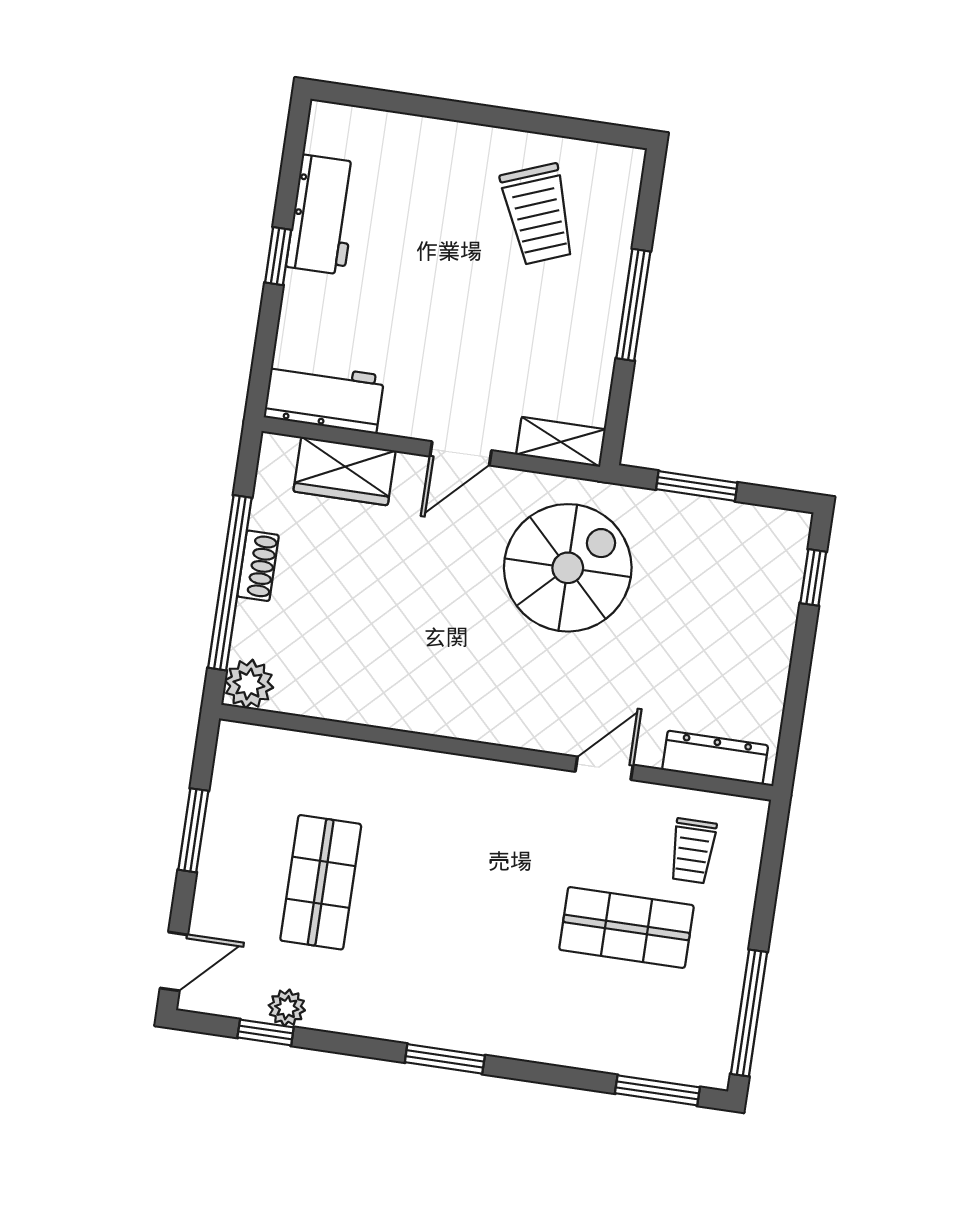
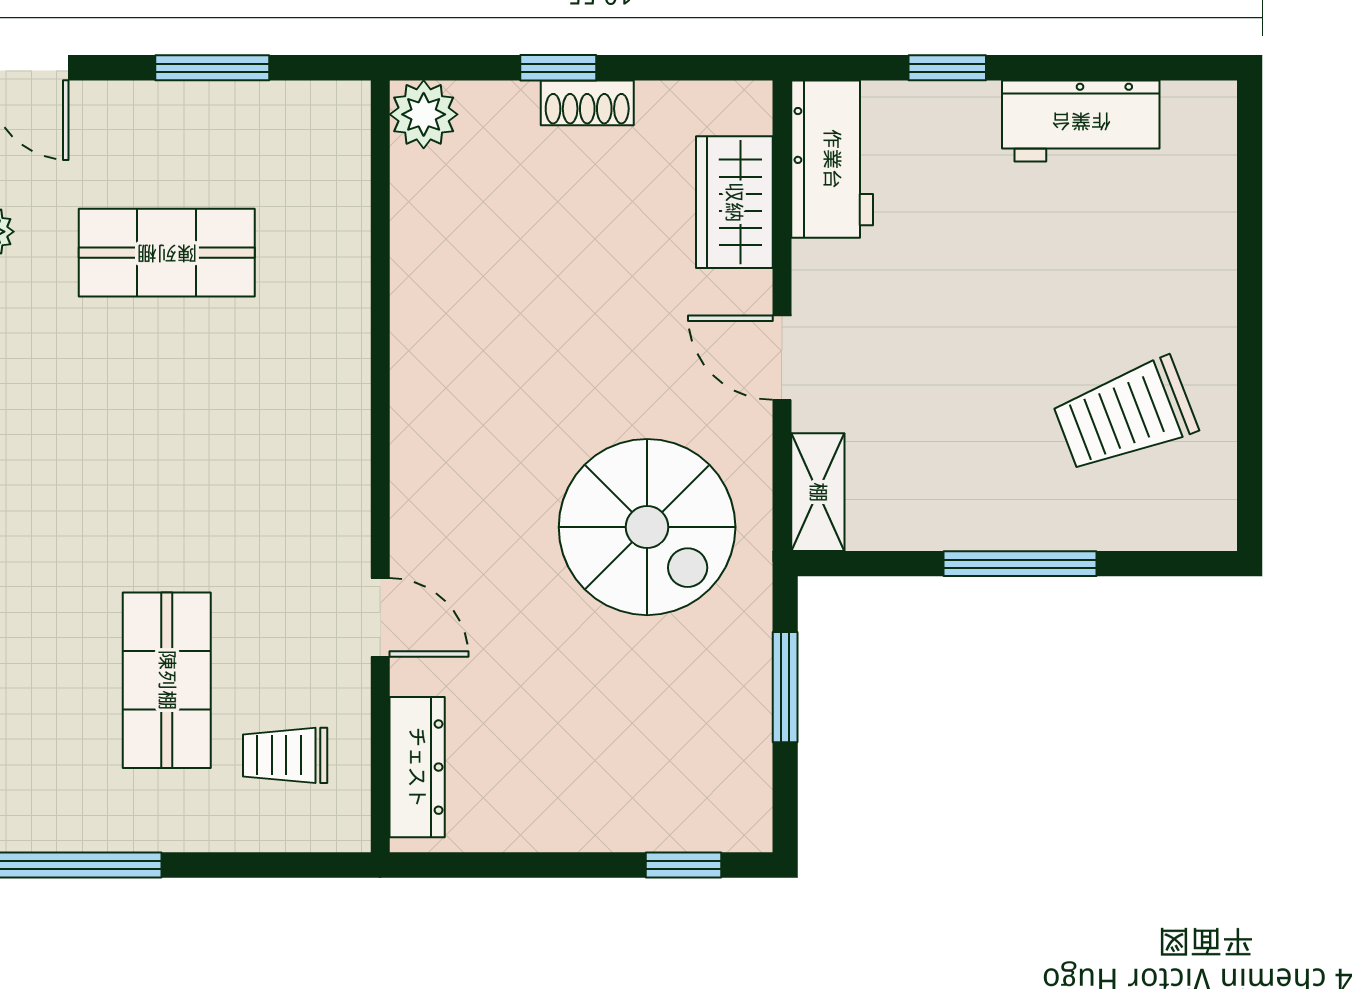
window: (278, 256) -> (947, 68), moved
window: (230, 583) -> (558, 68), width x0.32

